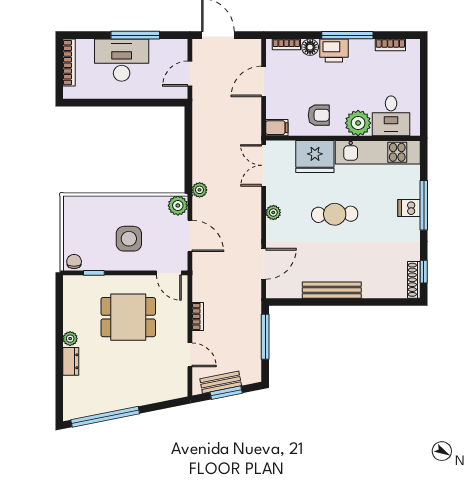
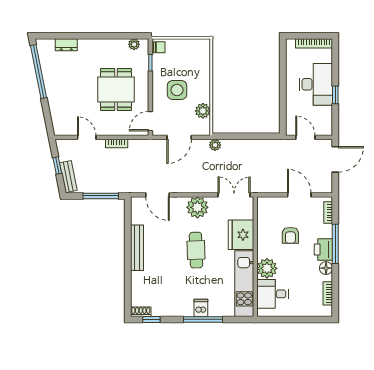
window: (135, 35) -> (335, 95), width x0.46
window: (347, 35) -> (335, 244), moved
floor lamp: (310, 47) -> (326, 268), moved
armchair: (319, 115) -> (290, 235), moved
filing cabinet: (277, 128) -> (263, 205), removed
plant: (178, 205) -> (203, 111), moved
plant: (273, 212) -> (197, 207), width x1.87, depth x1.87
shoe rack: (414, 280) -> (141, 312), width x0.70
plant: (70, 339) -> (134, 44), moved
door: (190, 355) -> (87, 137), swing flipped
dresser: (71, 361) -> (66, 45), moved
bench: (221, 382) -> (68, 177), moved
window: (226, 393) -> (57, 166), width x0.67

